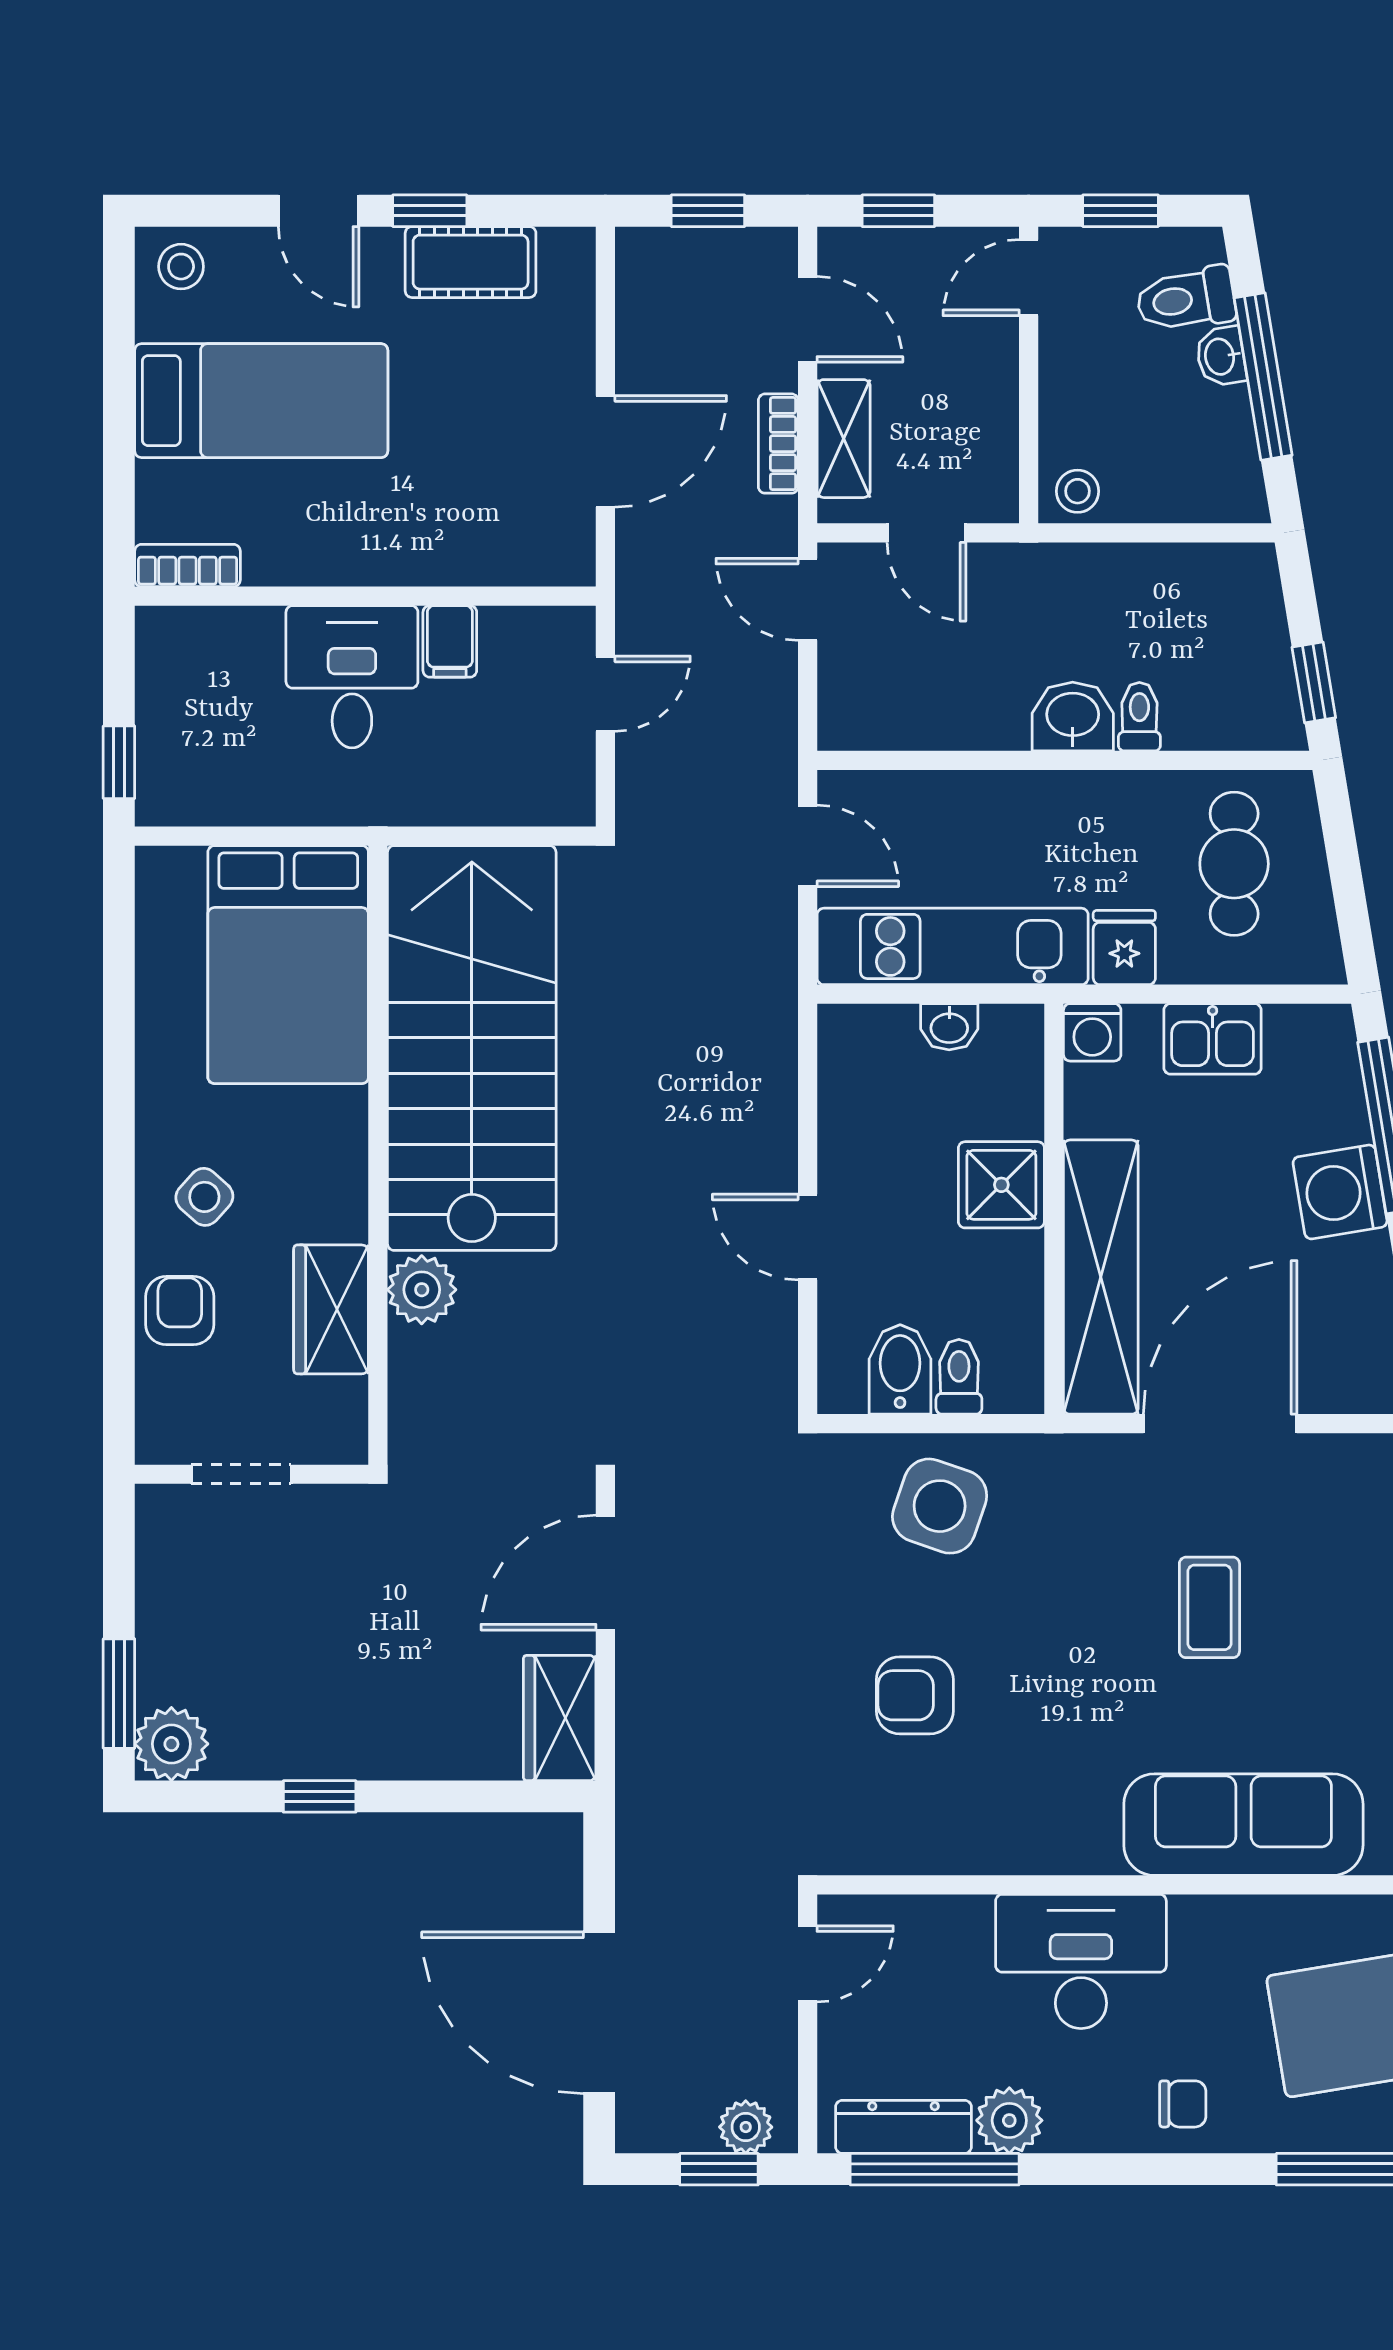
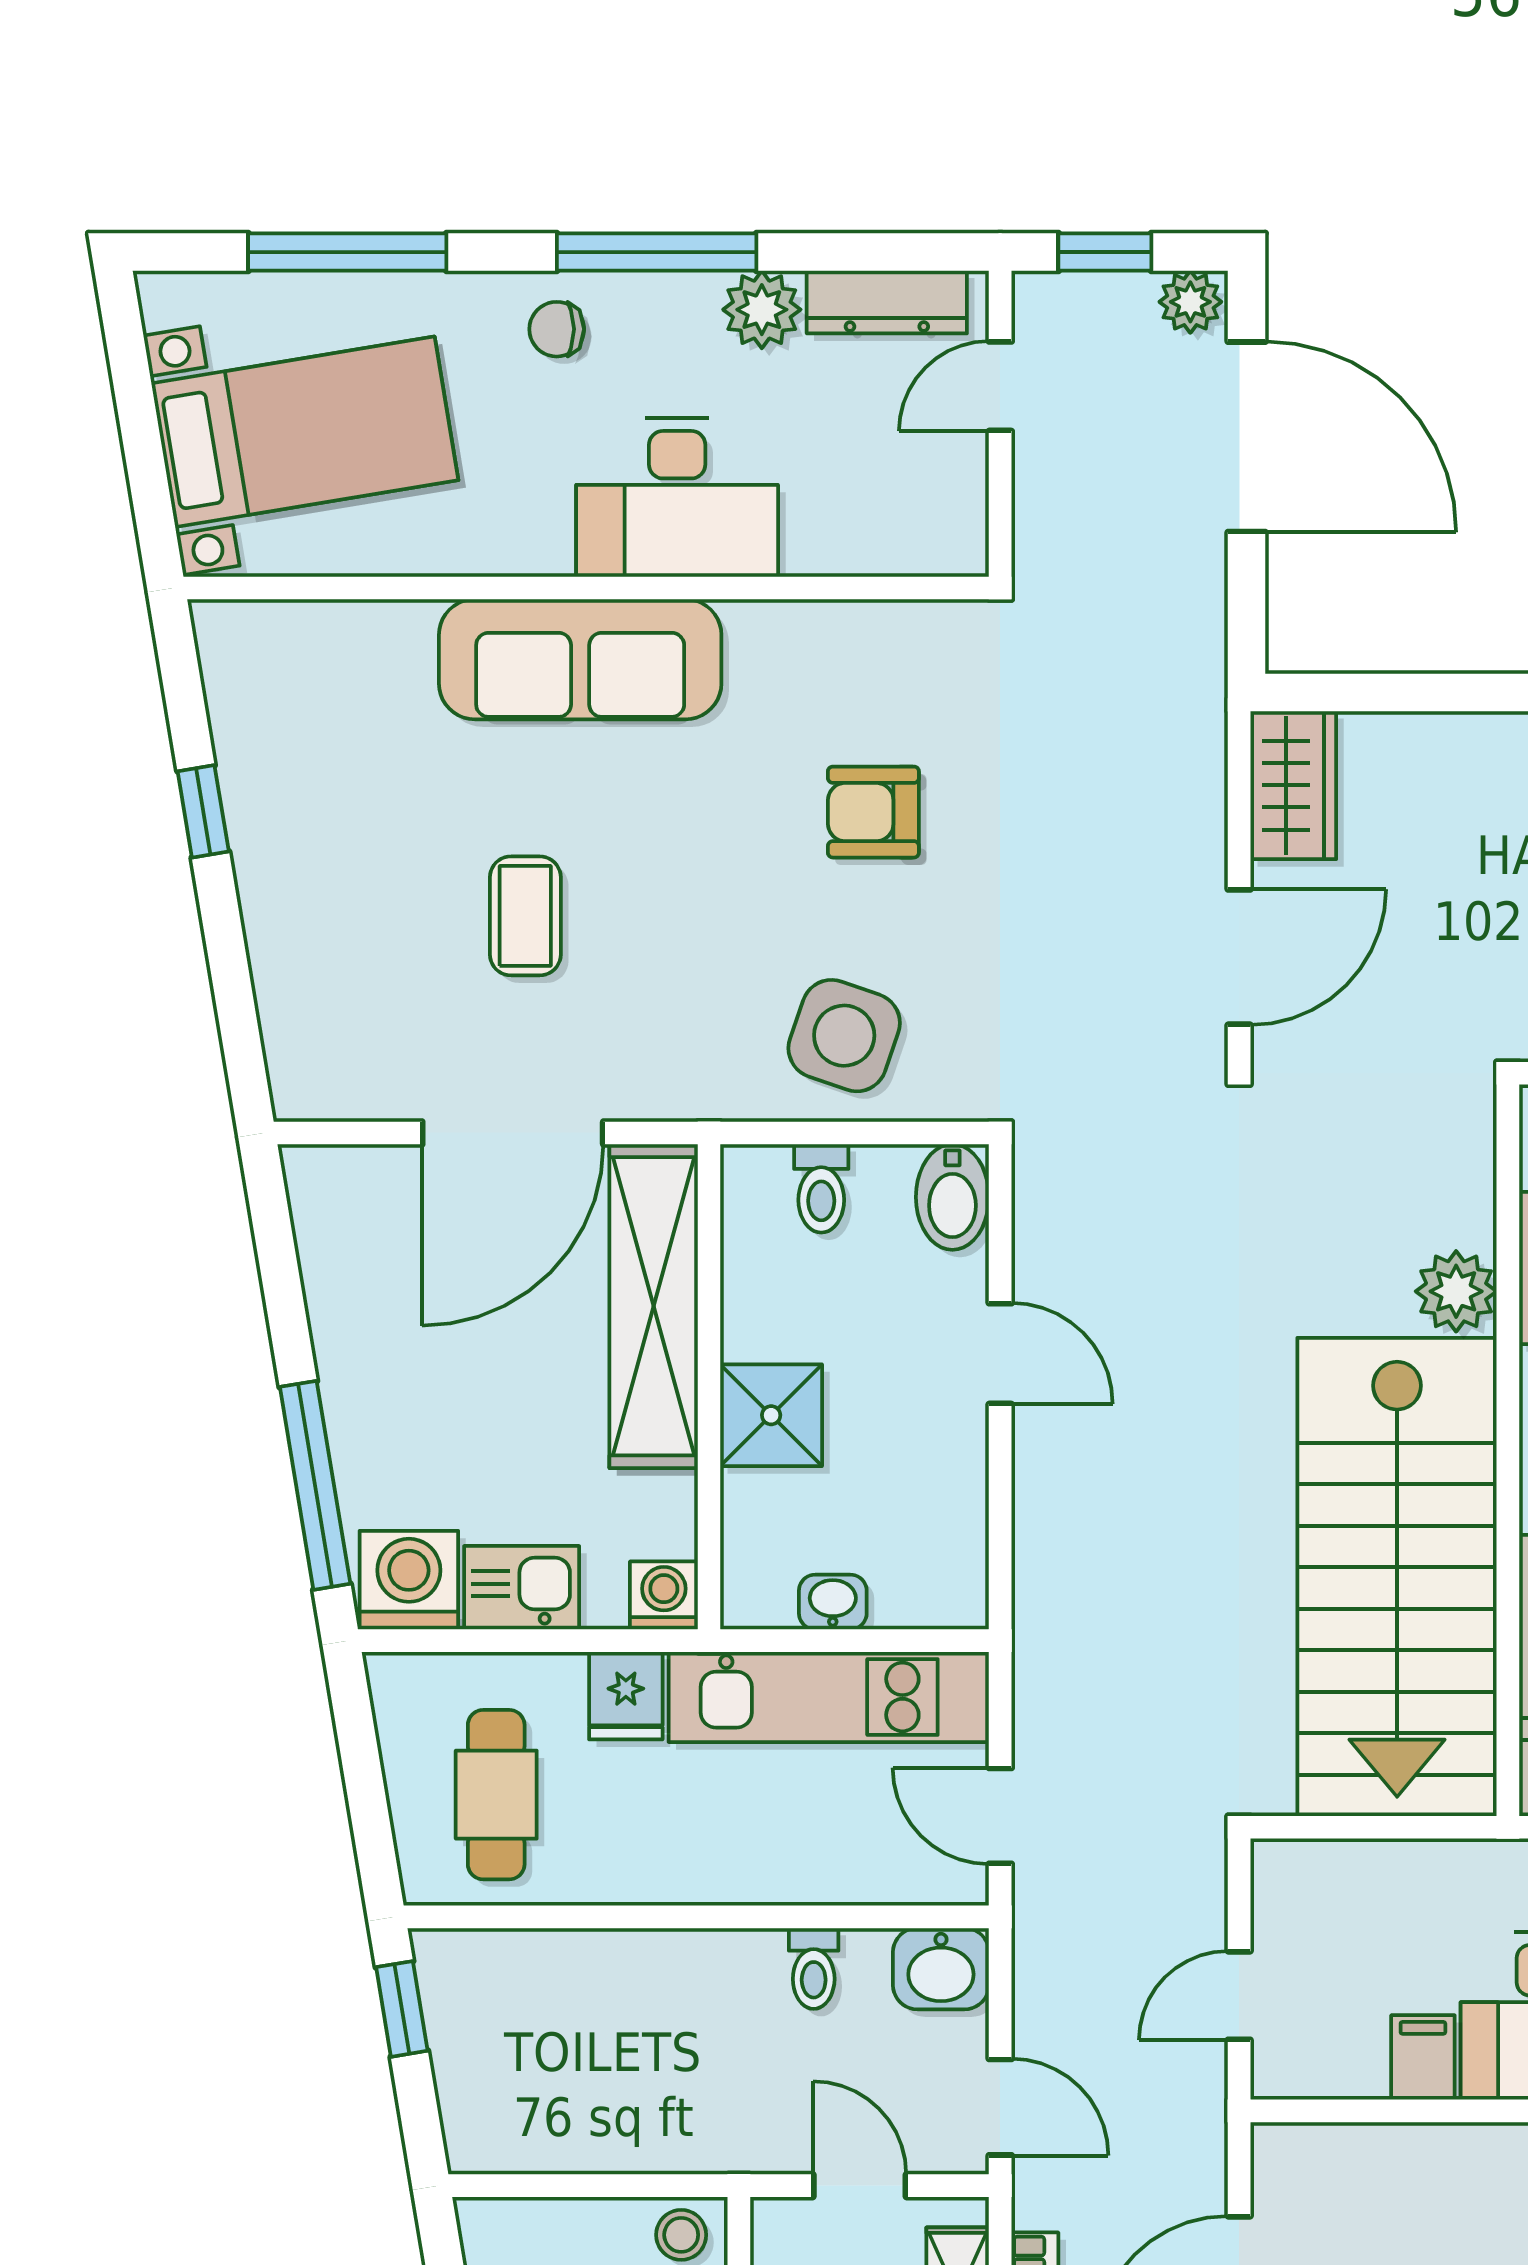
washbasin: (1073, 716) -> (941, 1969), moved
toilet: (1139, 717) -> (814, 1968), moved
washing machine: (1340, 1192) -> (409, 1580), moved, turned -81
bidet: (900, 1369) -> (952, 1197), moved
armchair: (915, 1695) -> (873, 812), turned 180
sofa: (1243, 1825) -> (580, 659), moved
door: (808, 1964) -> (1000, 386), moved
plant: (746, 2127) -> (1190, 302), moved
window: (935, 2169) -> (657, 252), moved

